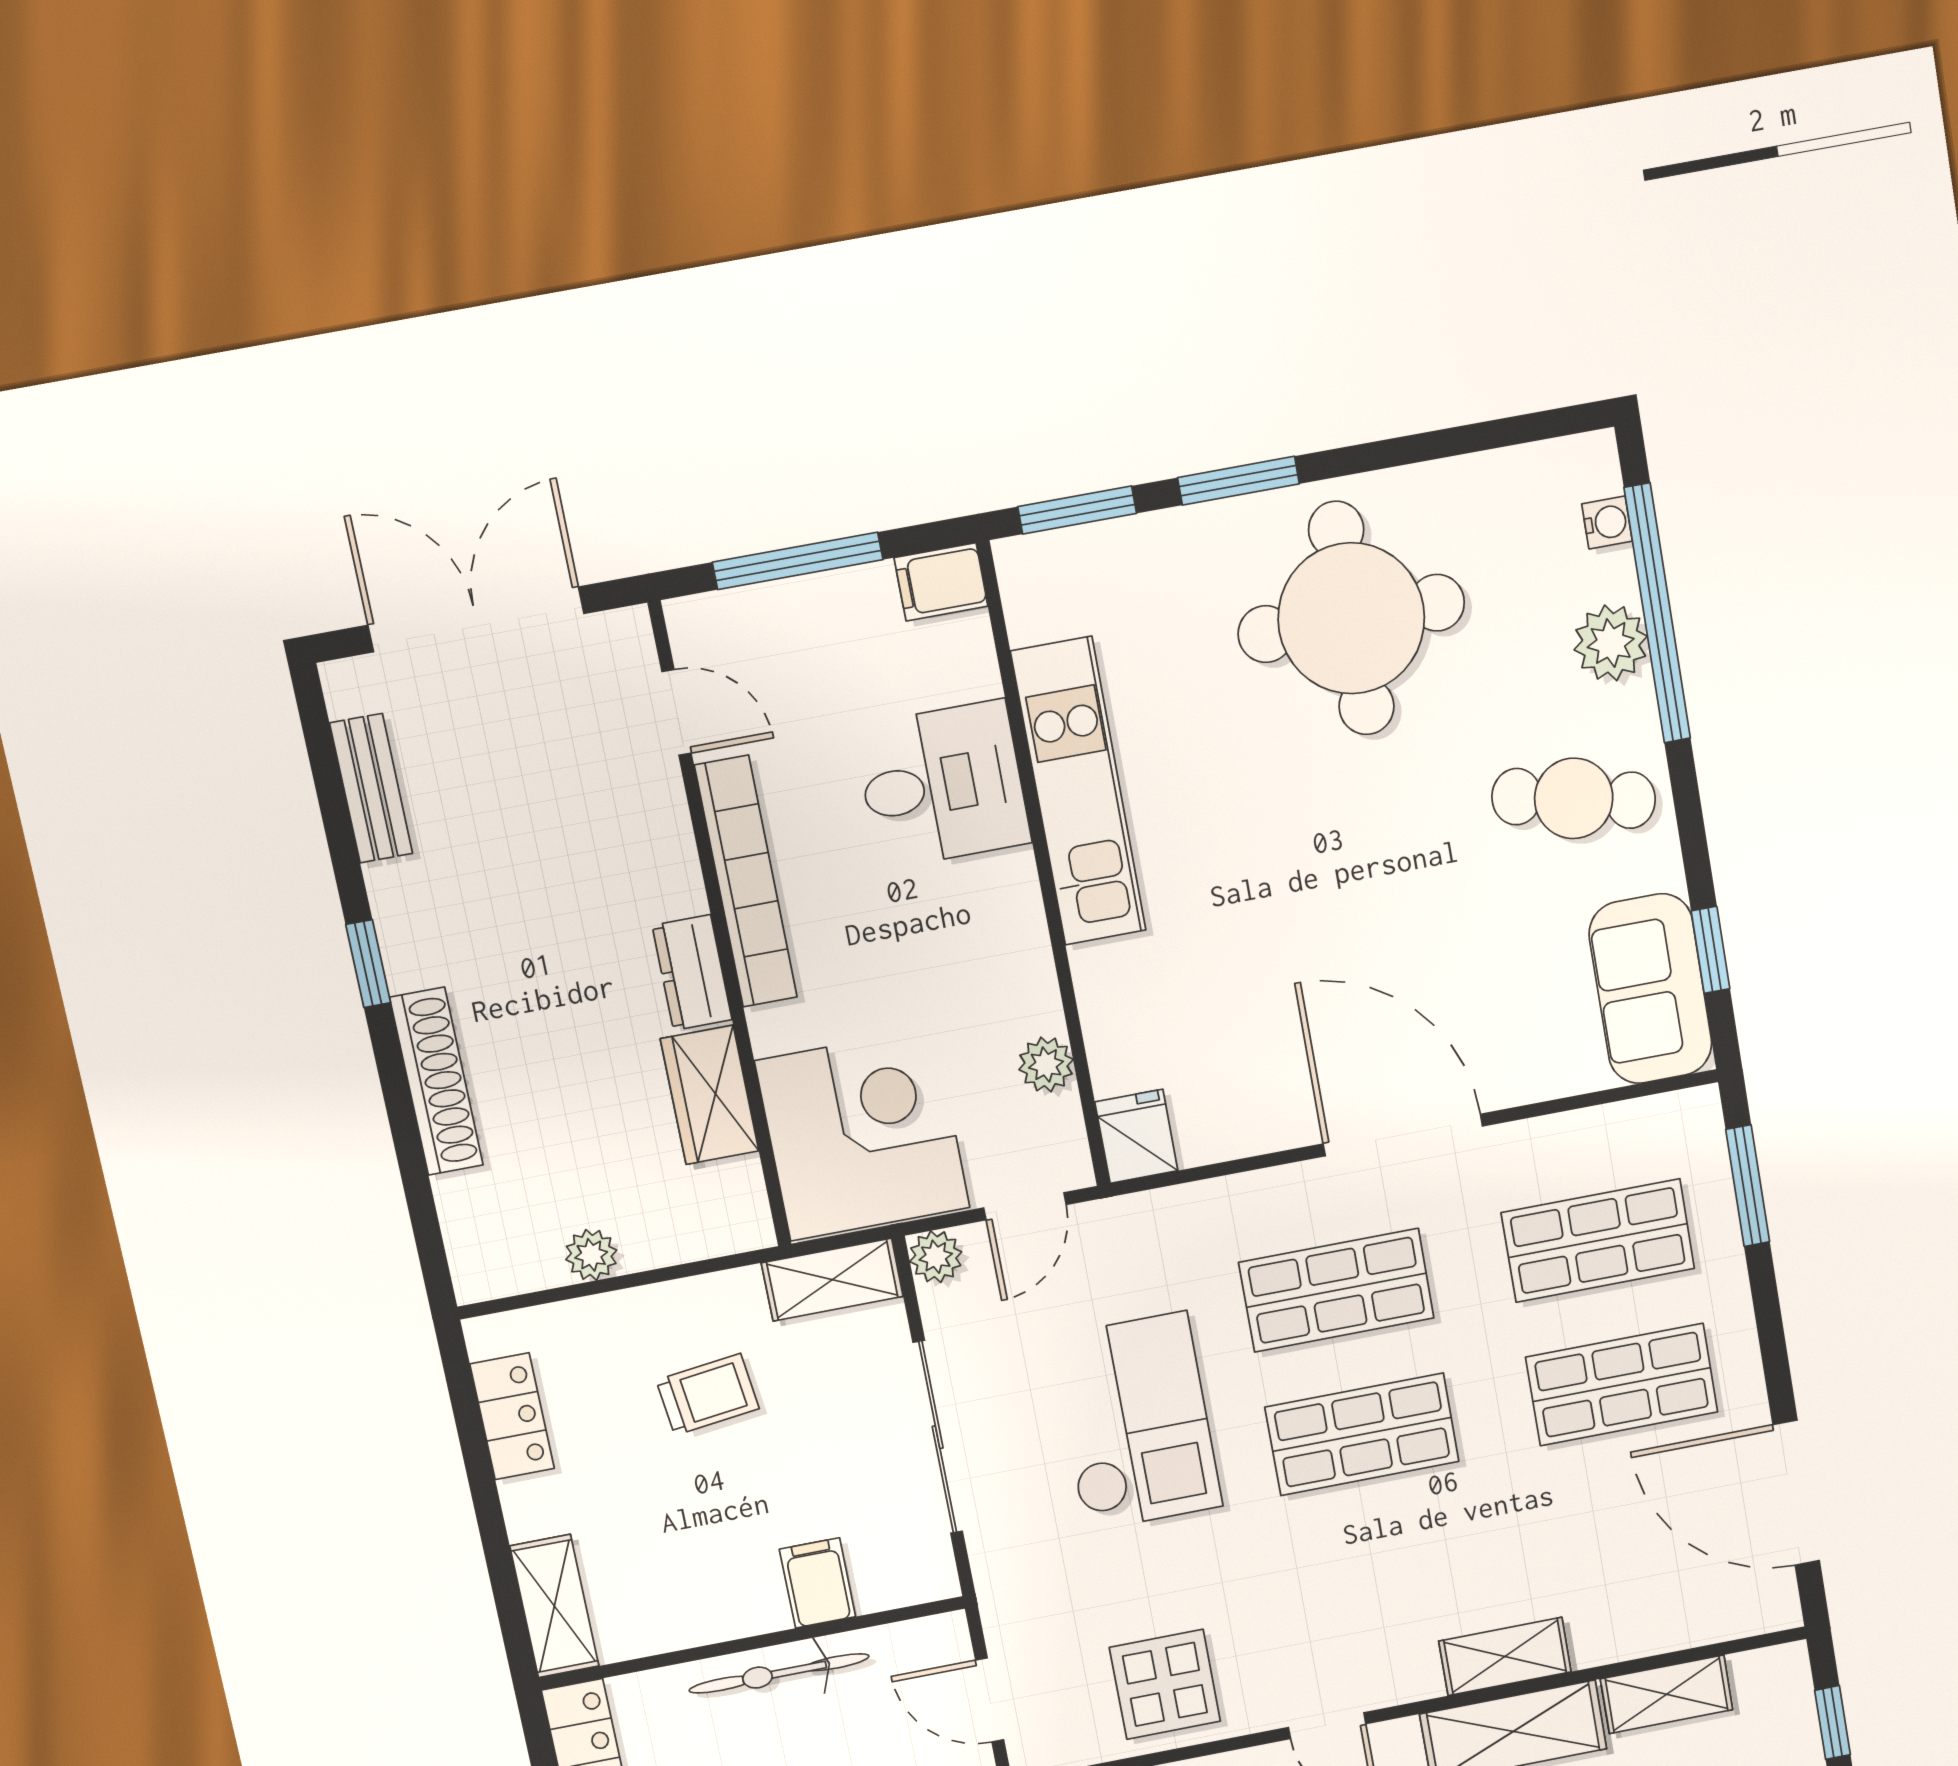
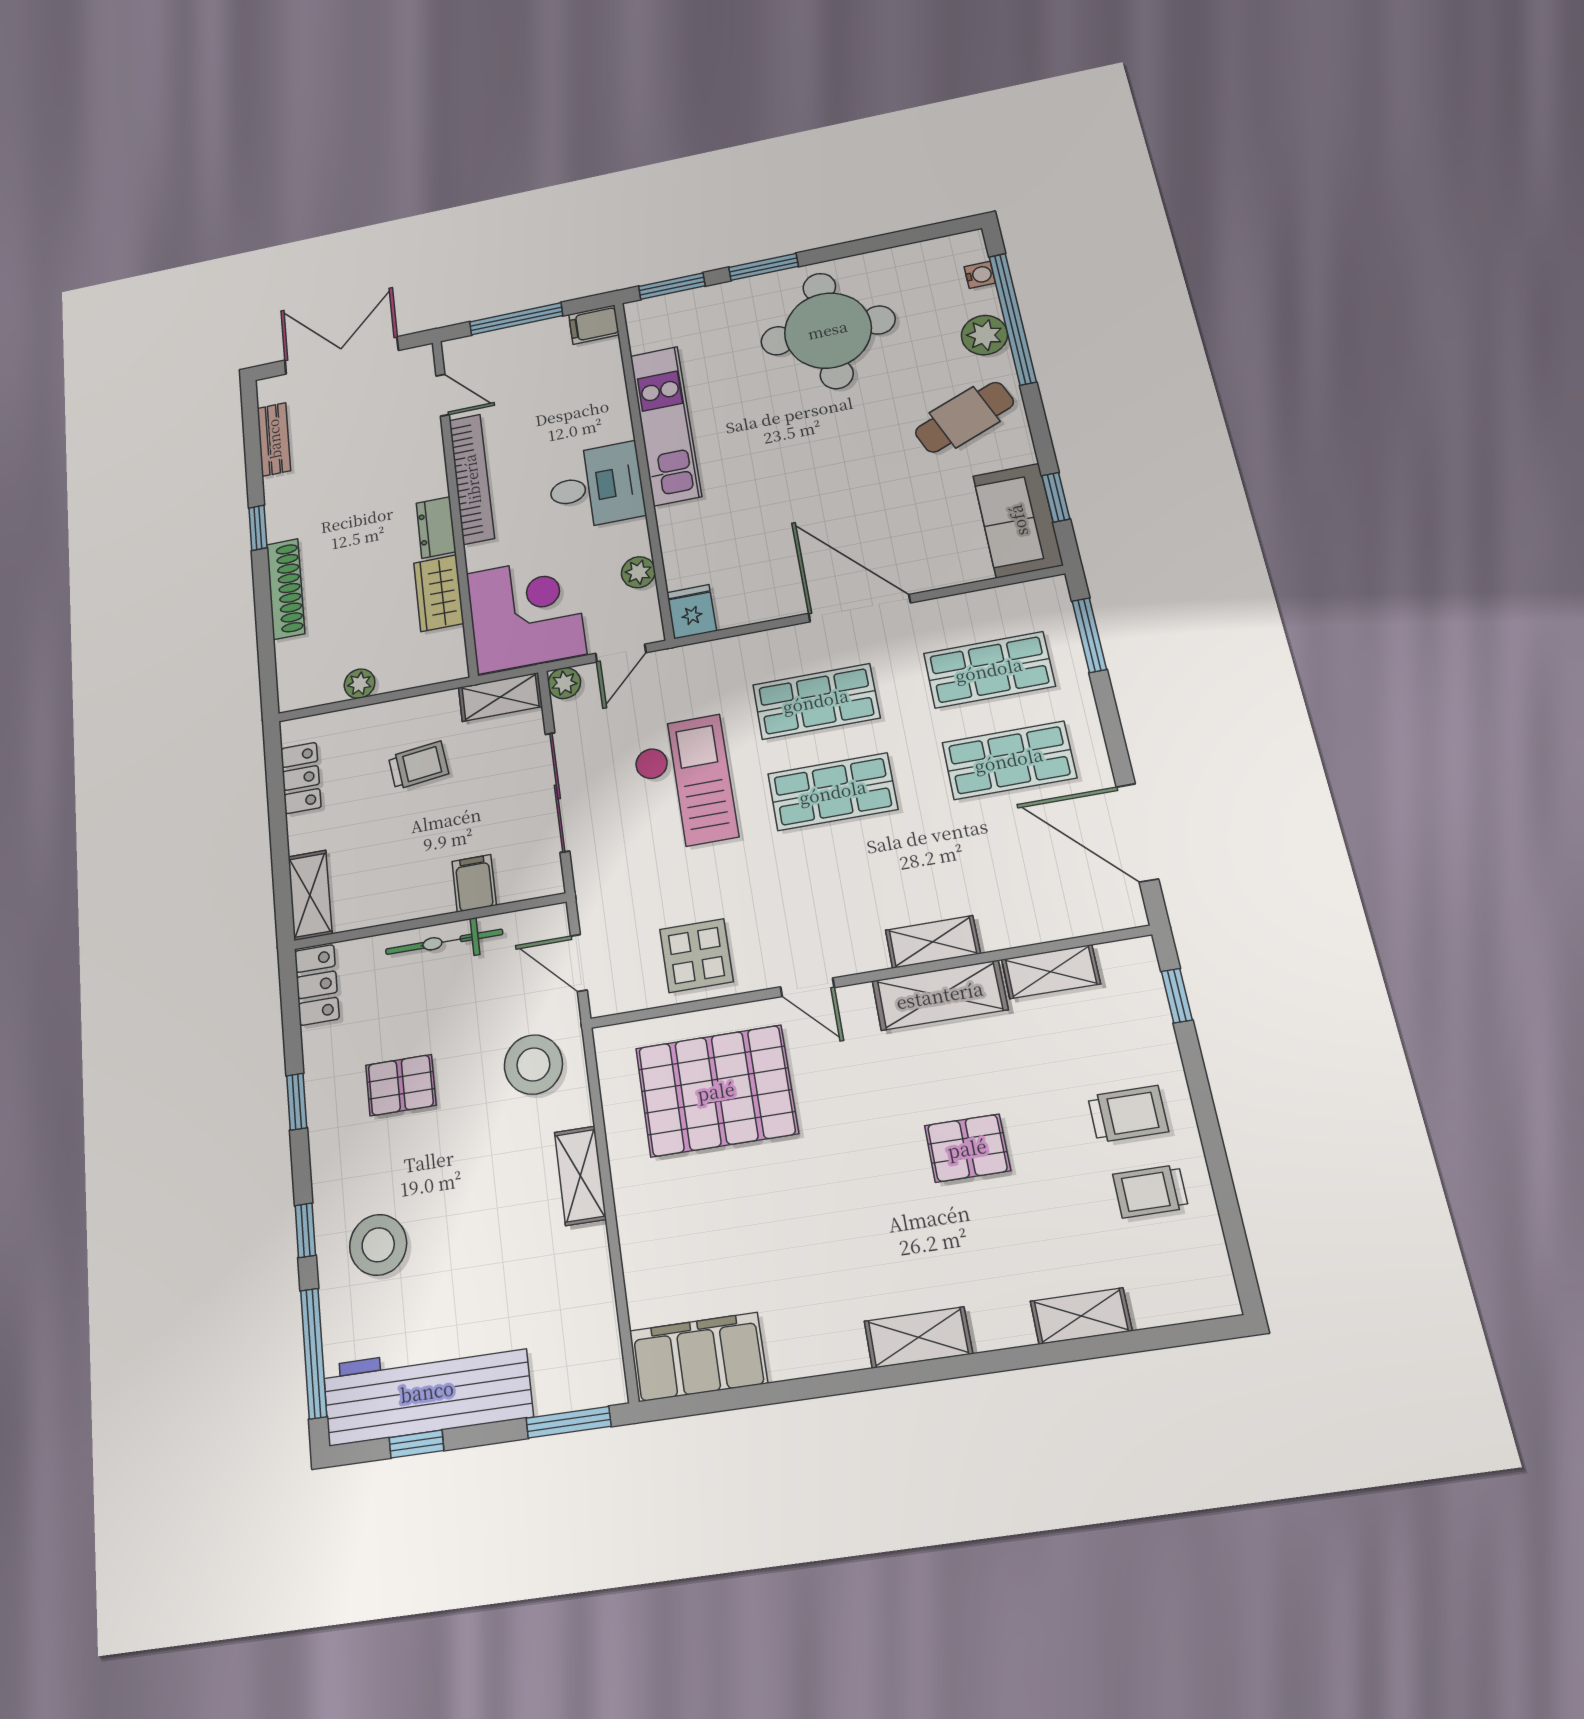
desk: (942, 785) -> (596, 486), moved
cafe table: (1574, 798) -> (964, 417), turned -34

